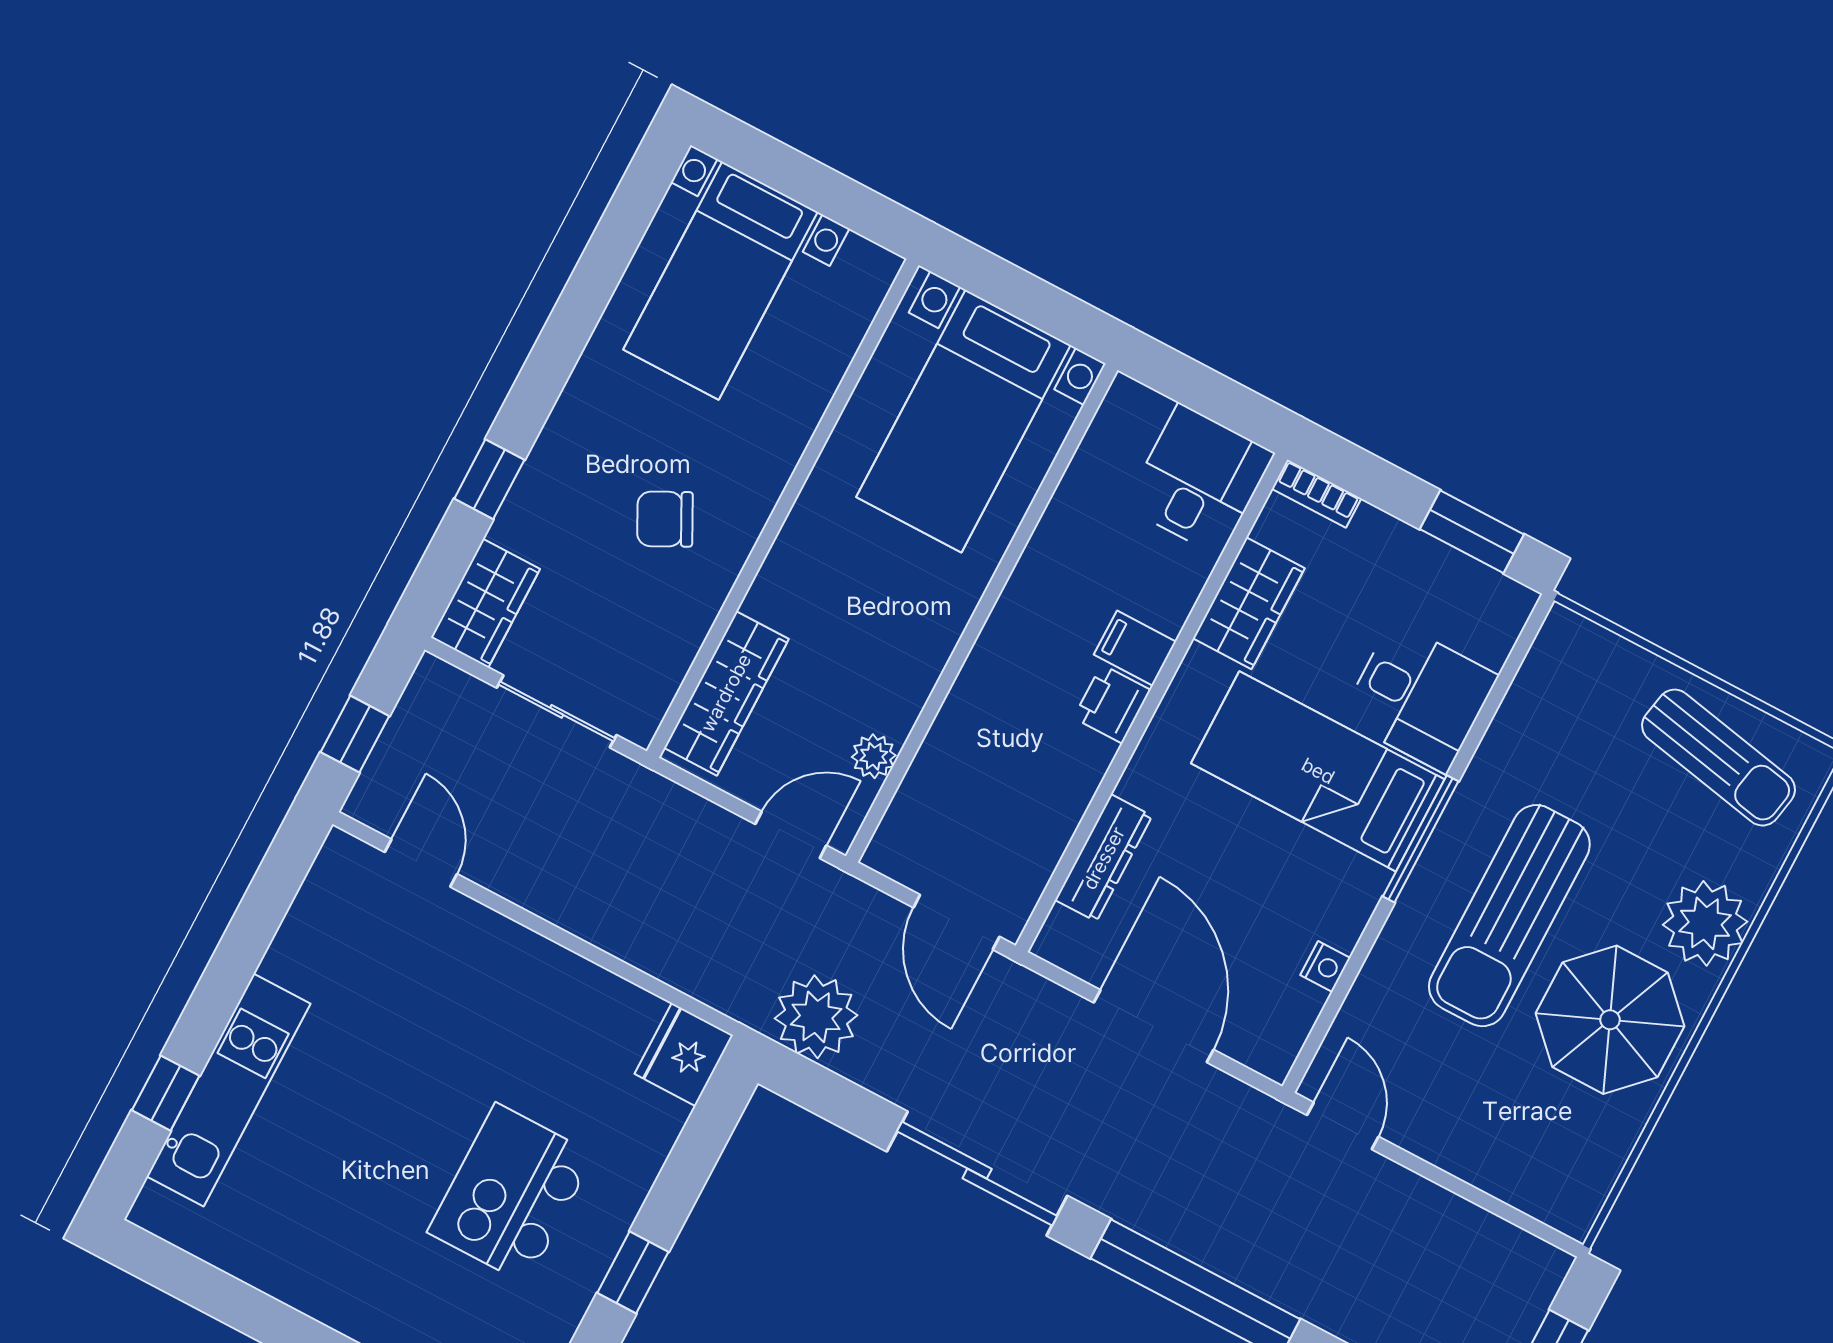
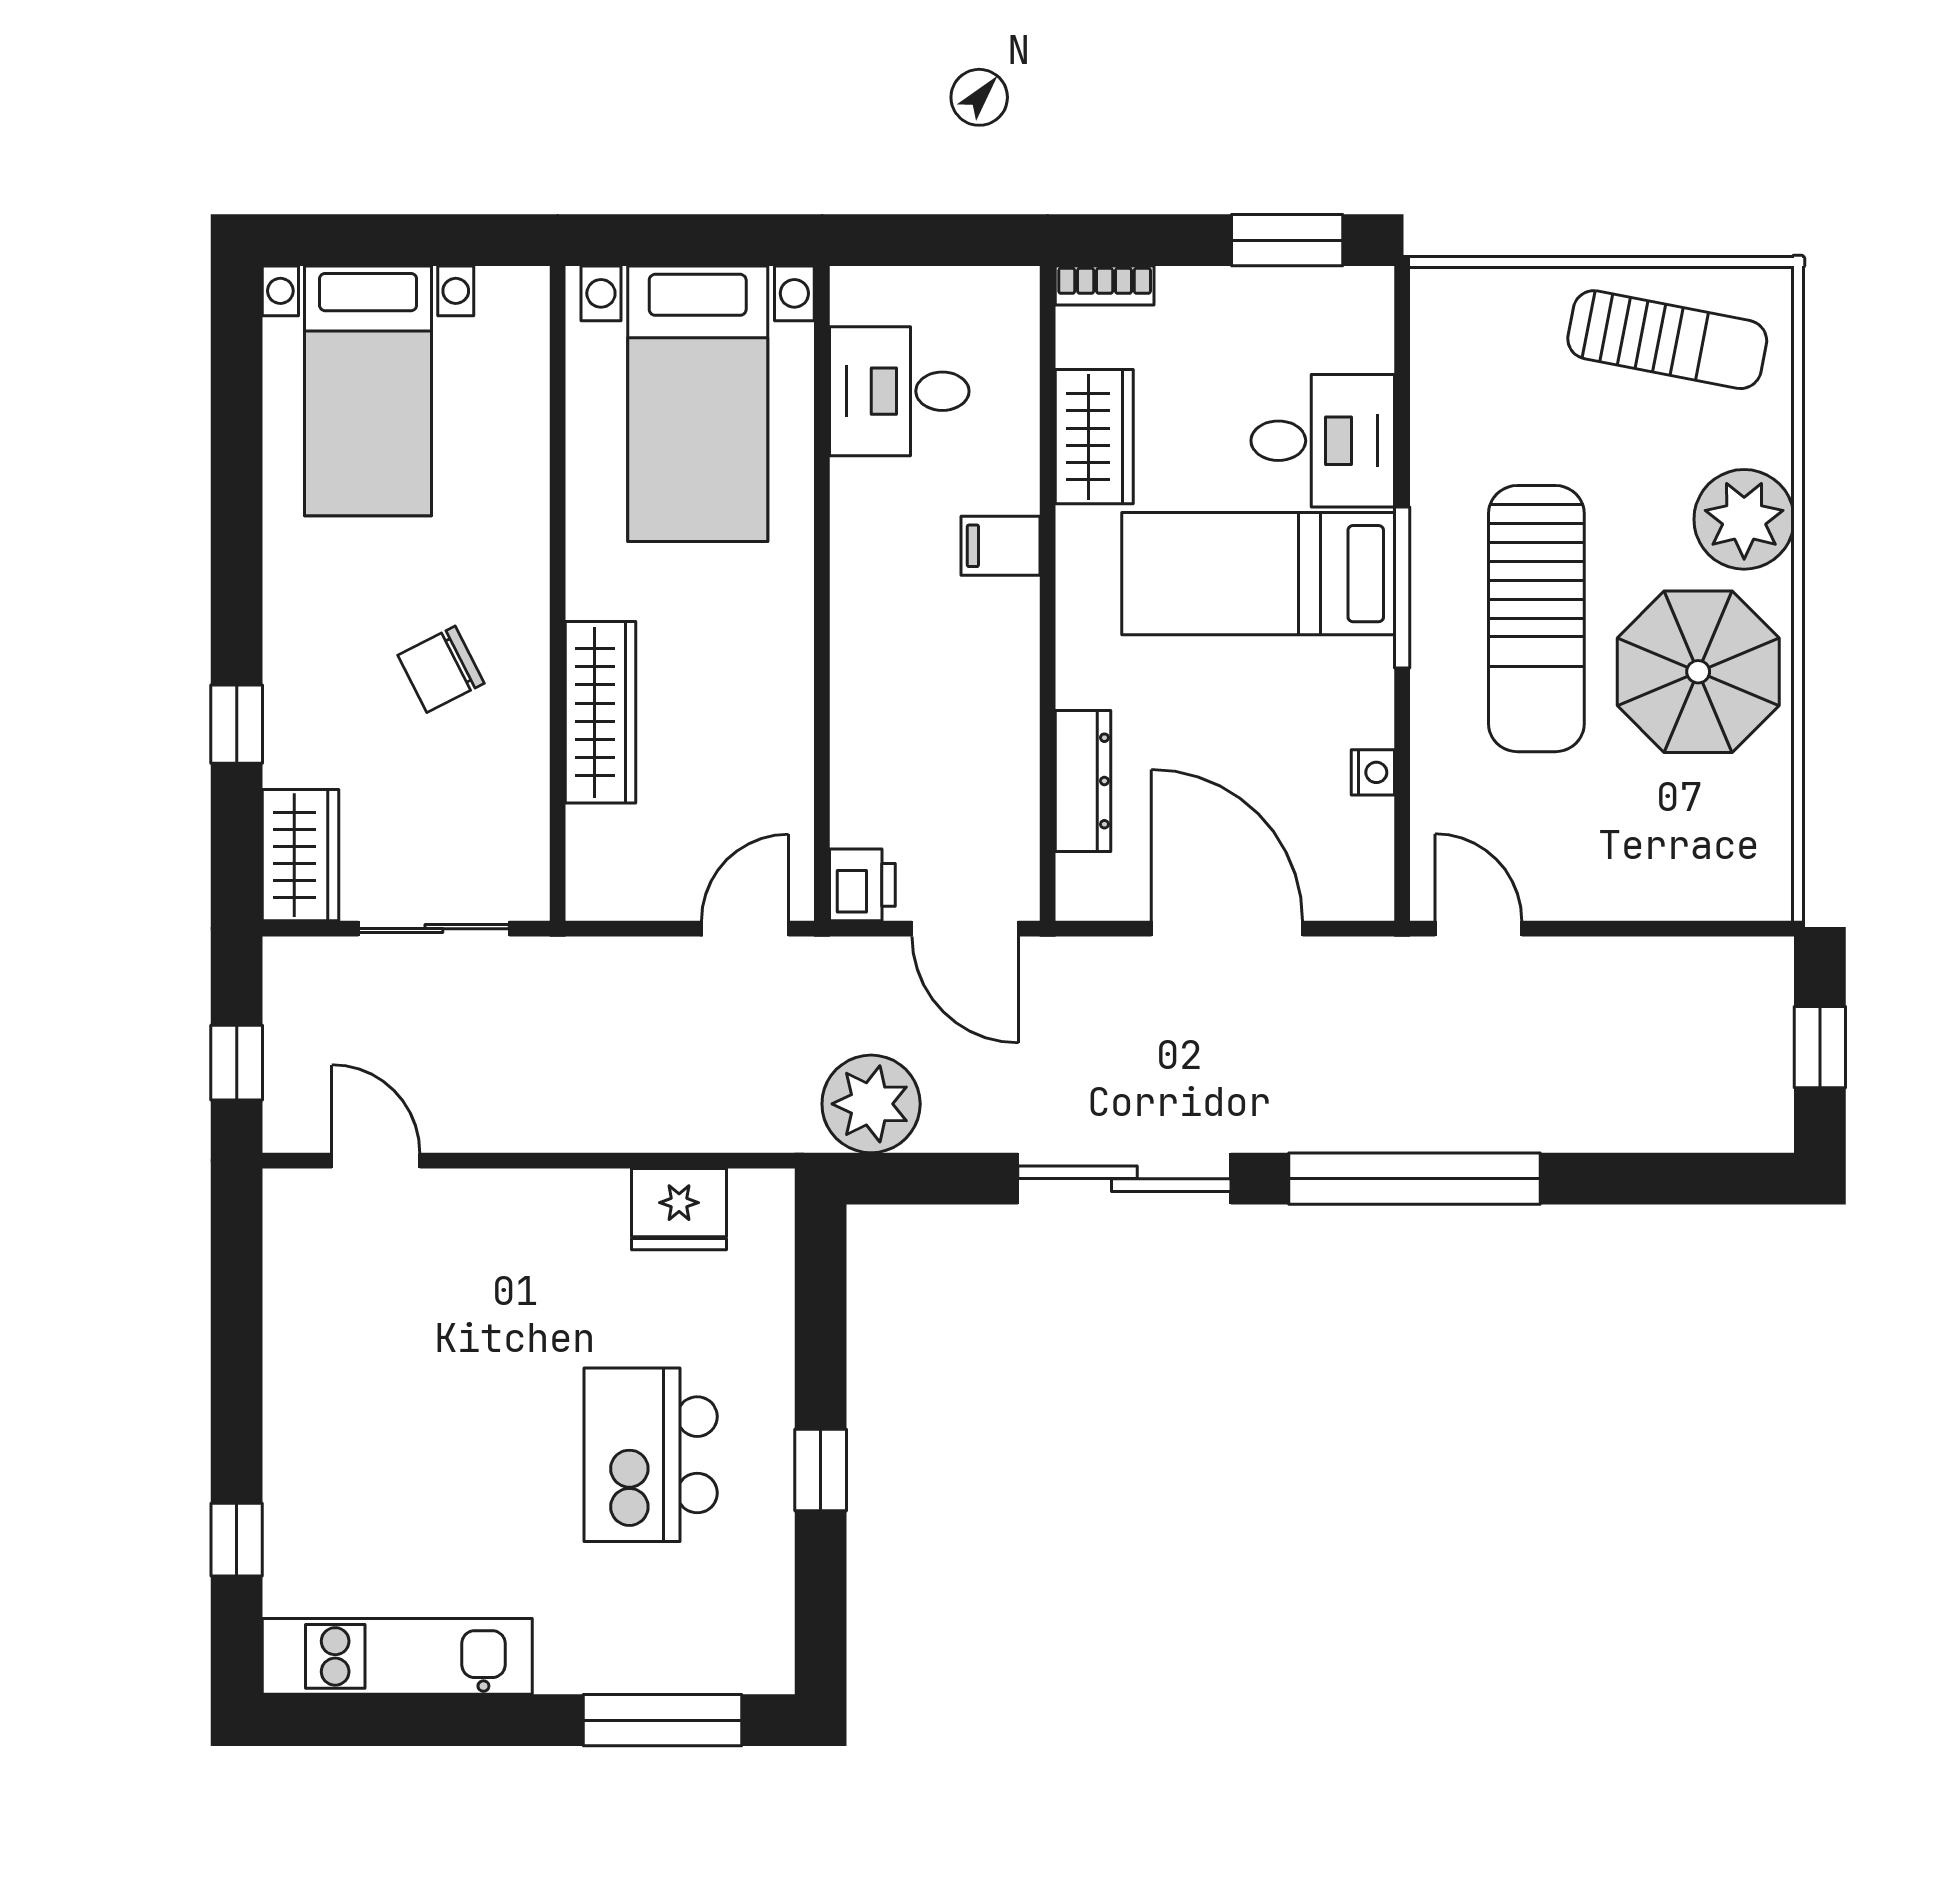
desk: (1199, 480) -> (899, 391), moved, turned -90
wardrobe: (726, 693) -> (601, 712), moved
printer: (1112, 704) -> (862, 885), moved, turned 180
plant: (874, 756) -> (788, 801), removed
fridge: (684, 1055) -> (679, 1209), moved, turned -90
kitchen unit: (229, 1090) -> (397, 1656), moved, turned -90

